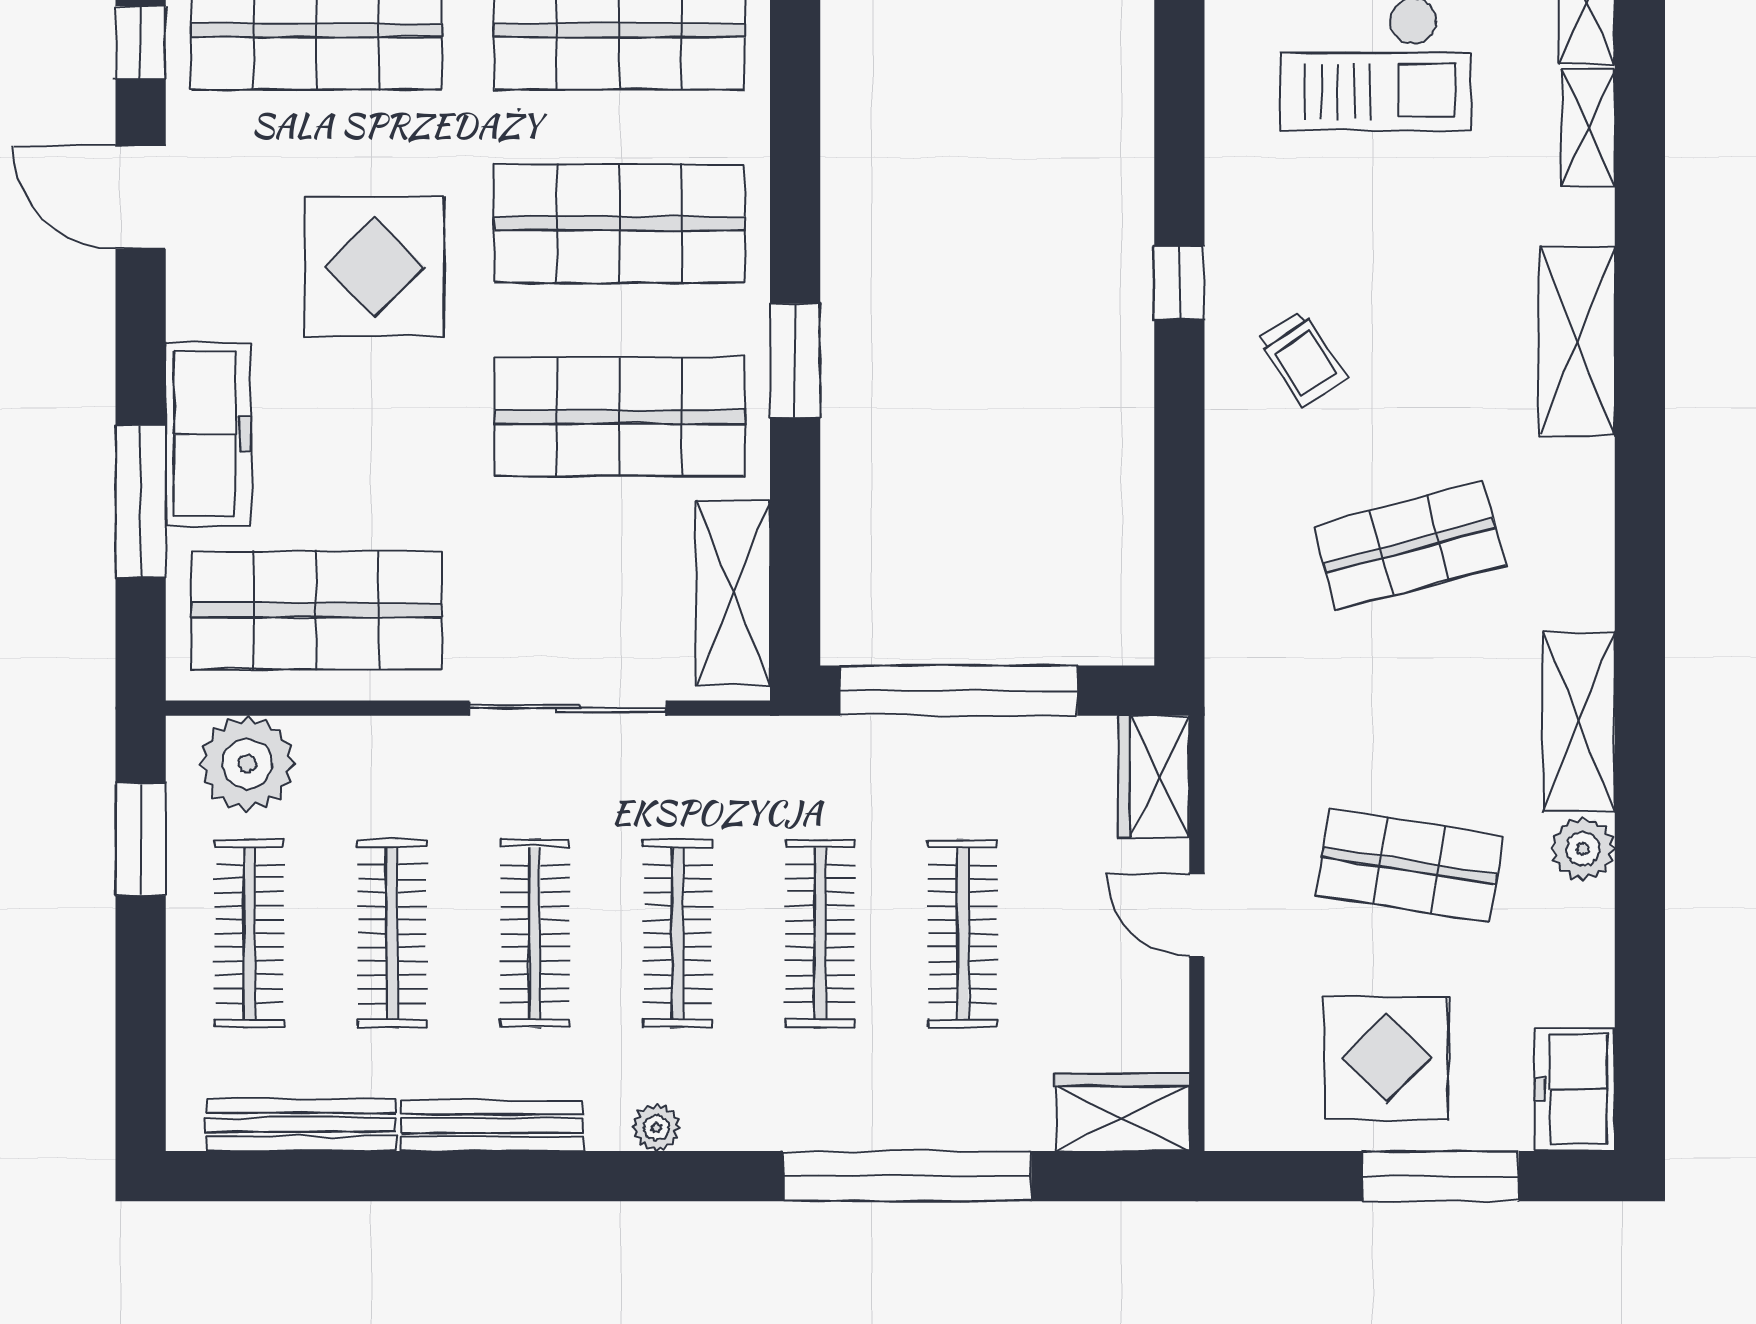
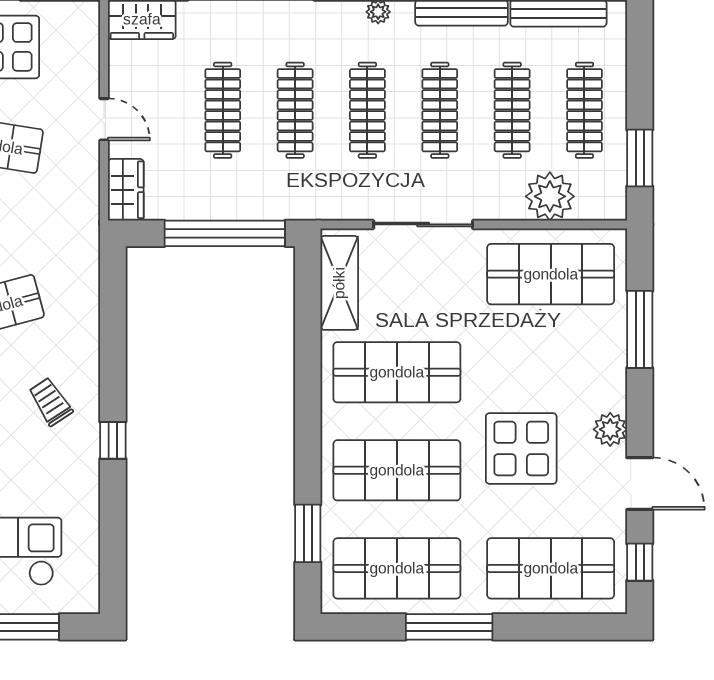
plant: (199, 304) -> (610, 429), added
window: (795, 361) -> (308, 533), moved
freezer: (208, 434) -> (605, 364), removed
plant: (247, 764) -> (550, 196), moved

